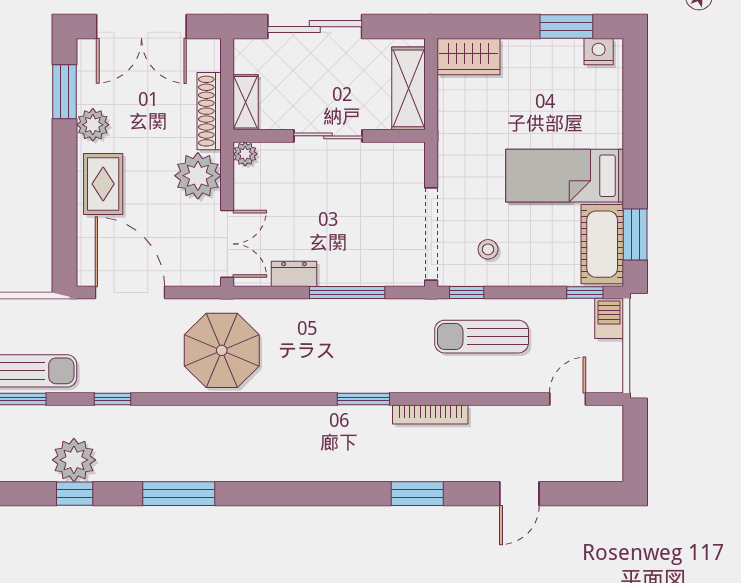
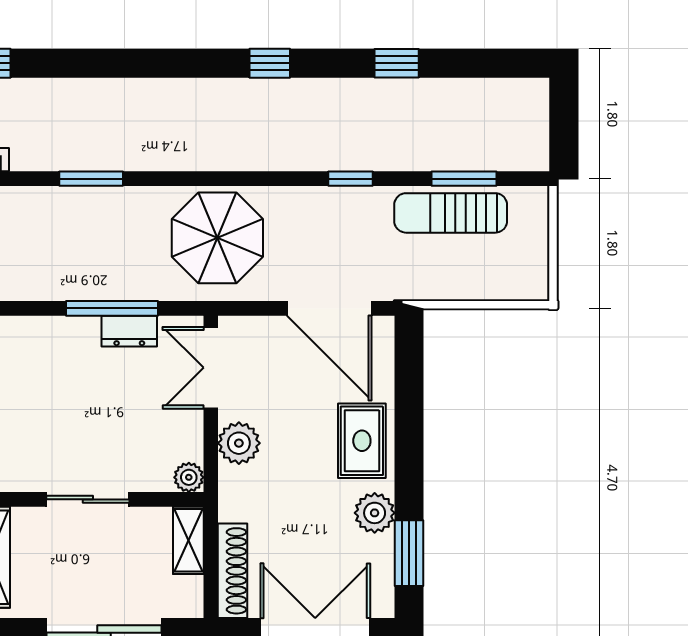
shoe rack: (209, 111) -> (233, 571), moved
plant: (198, 176) -> (239, 443), width x0.73, depth x0.73
window: (347, 293) -> (112, 308), moved
window: (363, 399) -> (91, 179), moved
plant: (74, 460) -> (398, 104), removed
window: (179, 494) -> (270, 63), width x0.46

